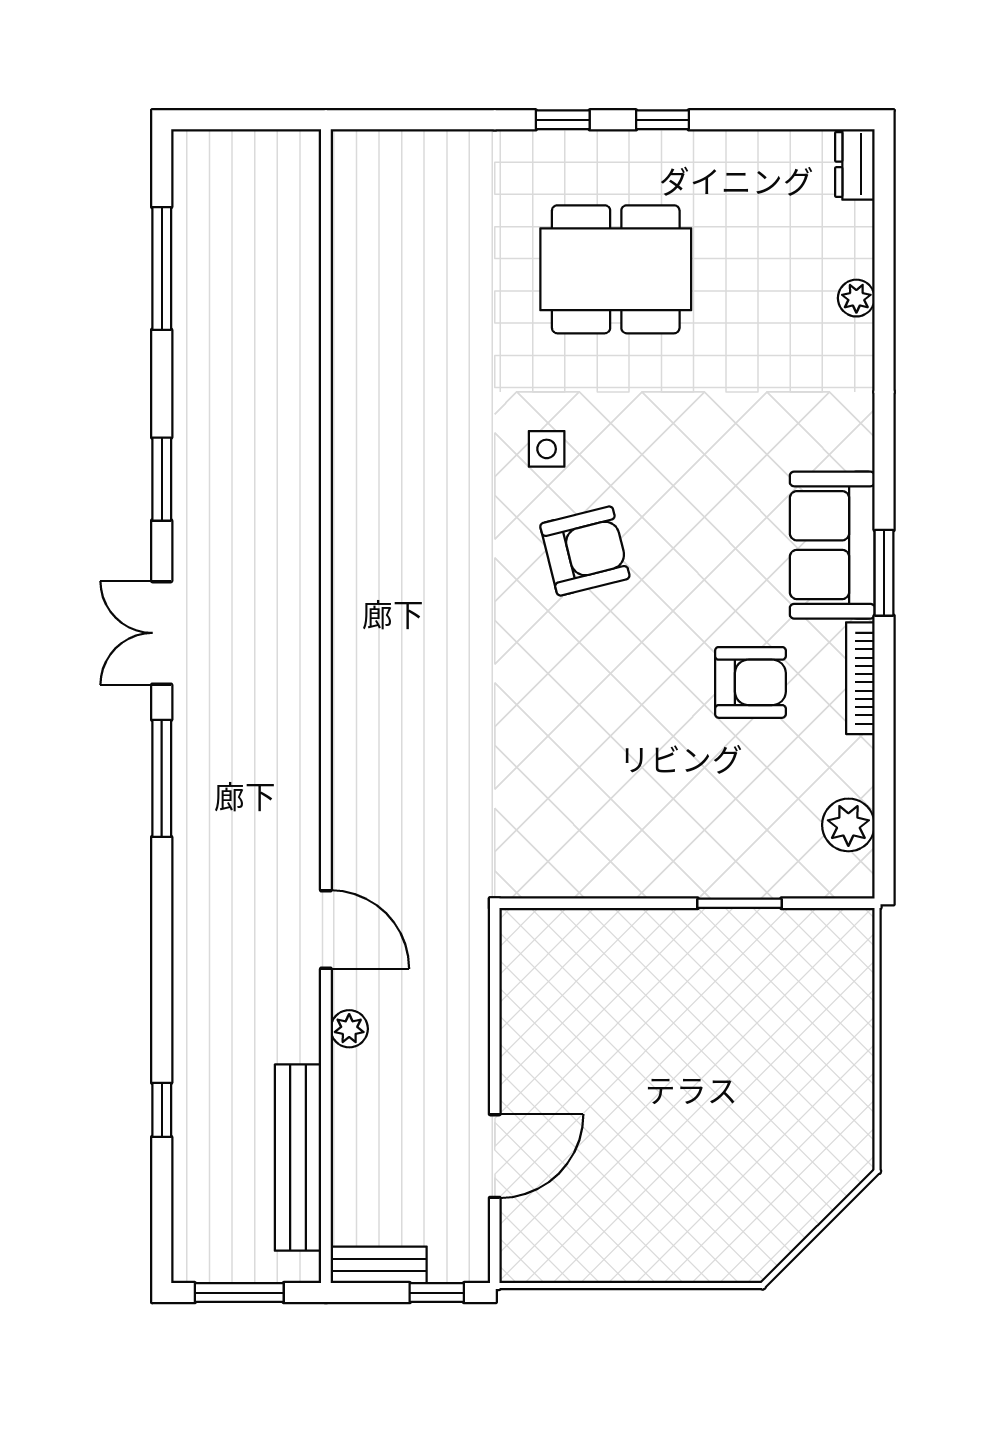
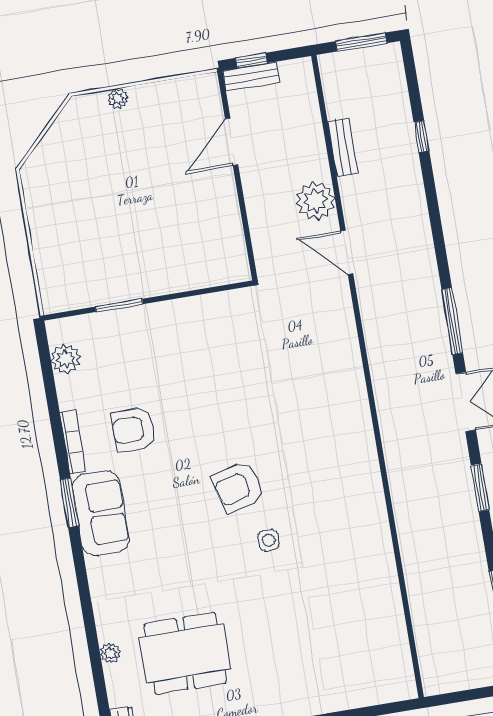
dining table: (616, 269) -> (185, 653), moved
plant: (349, 1029) -> (315, 201), width x1.88, depth x1.88
bench: (298, 1158) -> (343, 147), width x0.54, depth x0.82
bench: (379, 1265) -> (251, 76), moved
plant: (681, 1265) -> (118, 99), added

